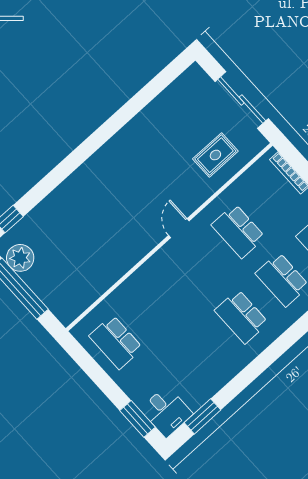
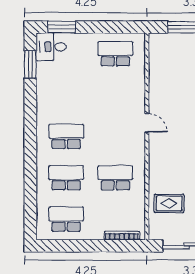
rug: (215, 155) -> (169, 203), turned 90
door: (179, 228) -> (147, 123), moved

